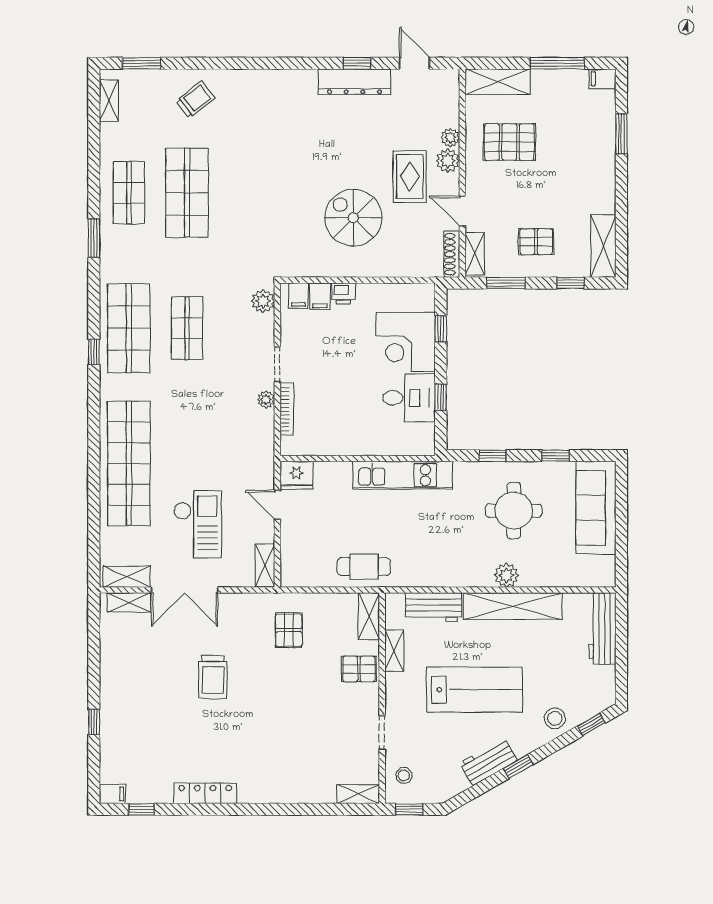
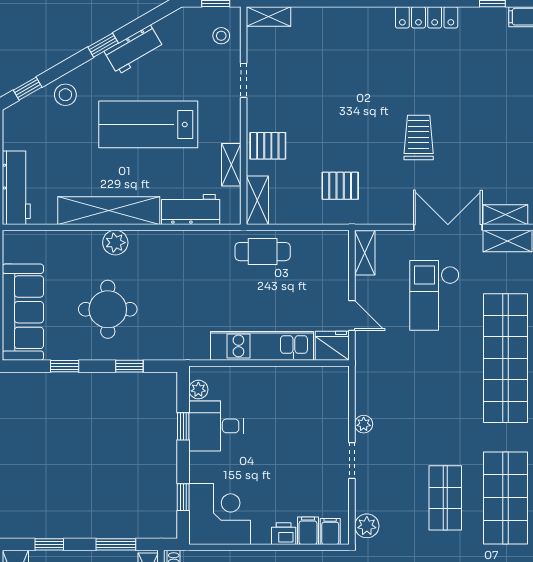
corner desk: (405, 342) -> (220, 514), moved
bookcase: (287, 409) -> (342, 414), removed
plant: (426, 433) -> (198, 390), added
kitchen unit: (403, 475) -> (262, 346), moved
pallet: (289, 630) -> (340, 186), turned 90

